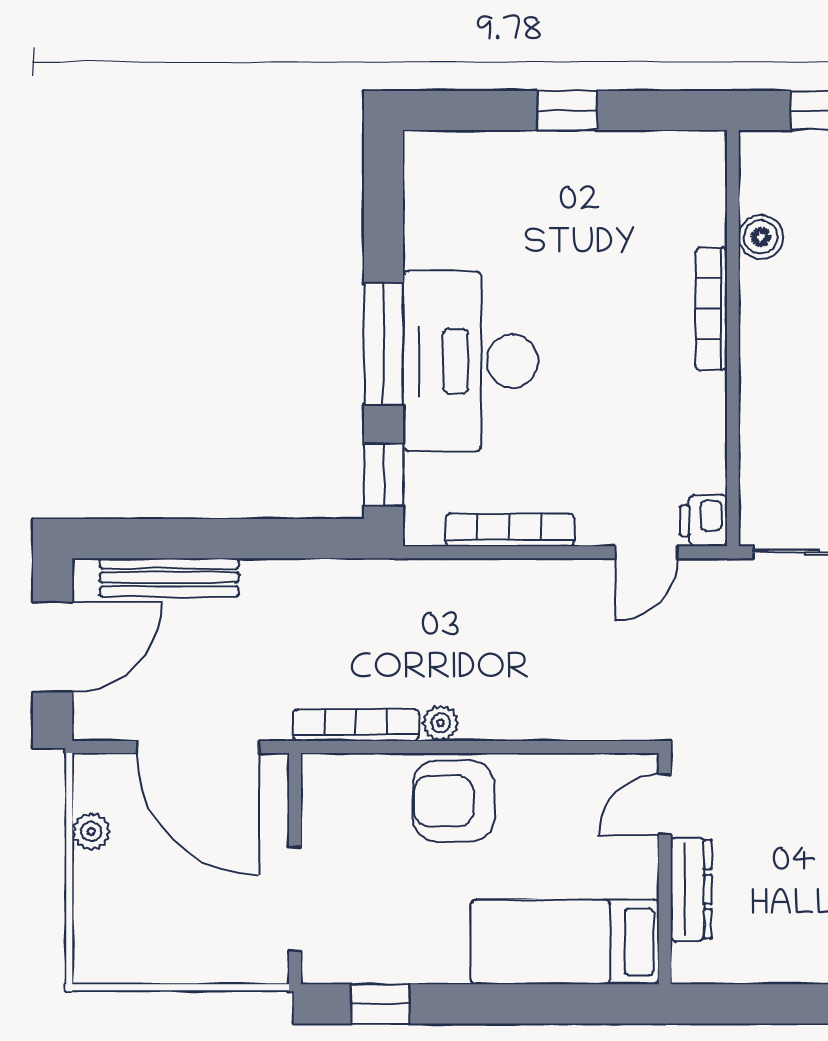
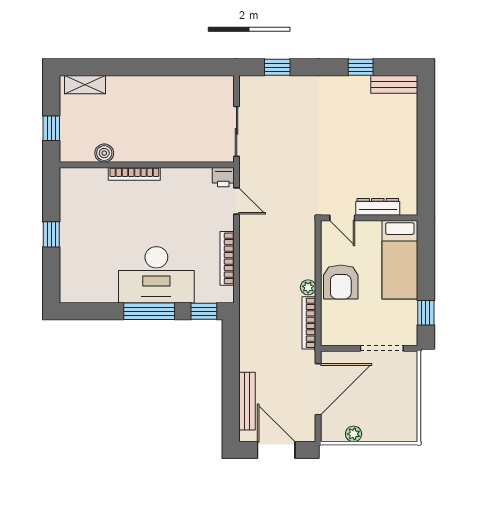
door: (665, 805) -> (342, 218), moved
wall: (665, 869) -> (369, 218), moved
dresser: (691, 889) -> (378, 207), moved
bed: (565, 942) -> (400, 260), moved

